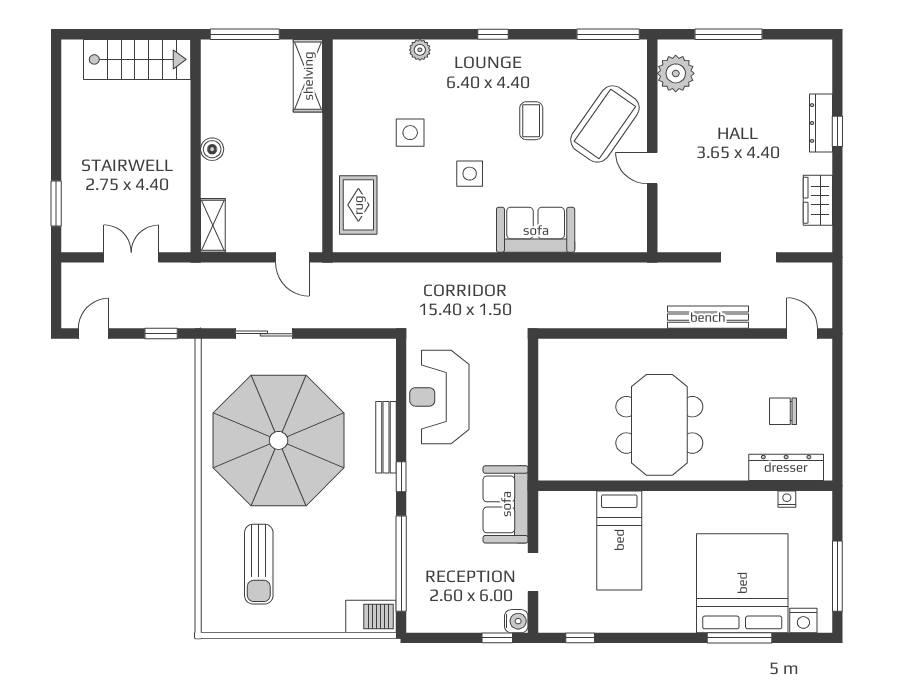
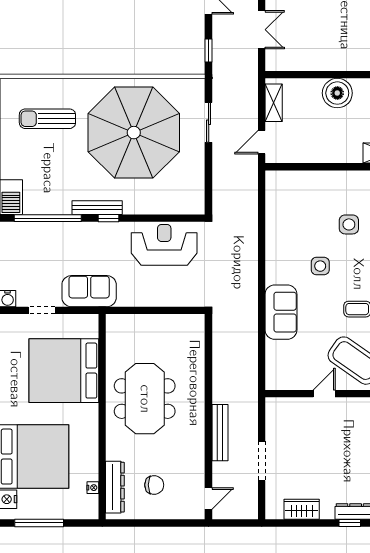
boiler: (212, 149) -> (337, 93), width x1.86, depth x1.86
rug: (358, 205) -> (298, 188), removed
shelving: (213, 225) -> (274, 103), moved, turned 90
chair: (783, 411) -> (154, 485), turned 90
meeting table: (659, 425) -> (145, 399), turned 90
bench: (386, 437) -> (97, 208), moved
bed: (619, 540) -> (64, 371), width x2.04

